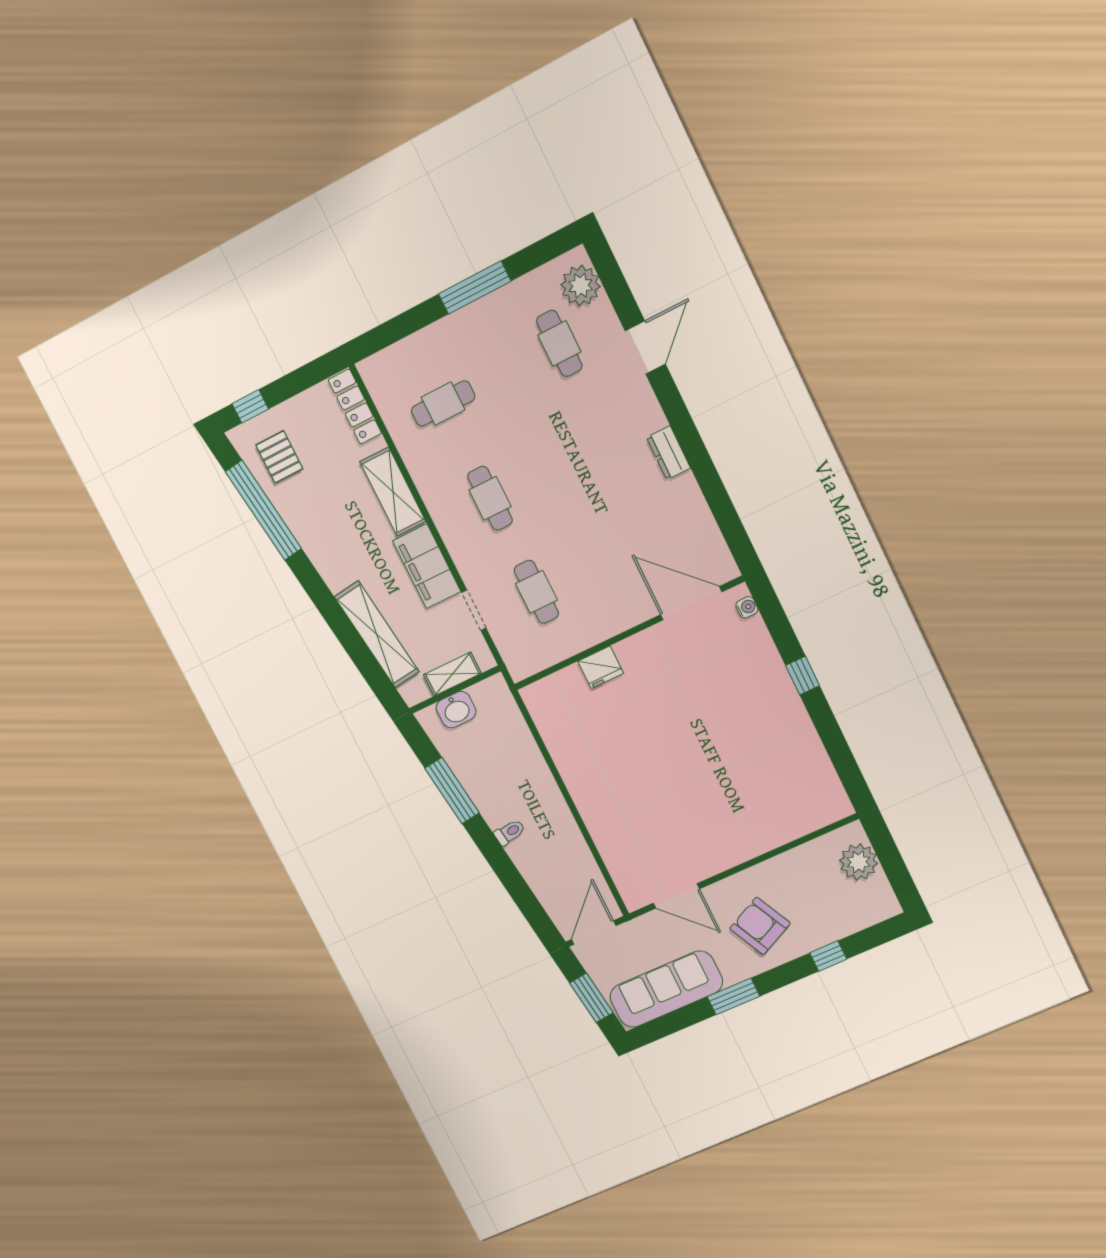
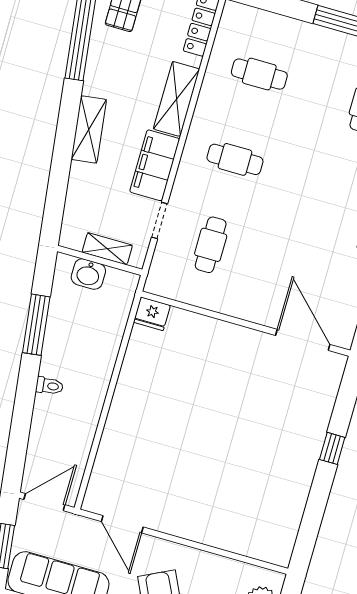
cafe table: (490, 498) -> (235, 159), turned 90
water cooler: (747, 607) -> (336, 374), removed
shelving: (377, 634) -> (89, 129), moved, width x0.68
fridge: (601, 667) -> (152, 314), moved

